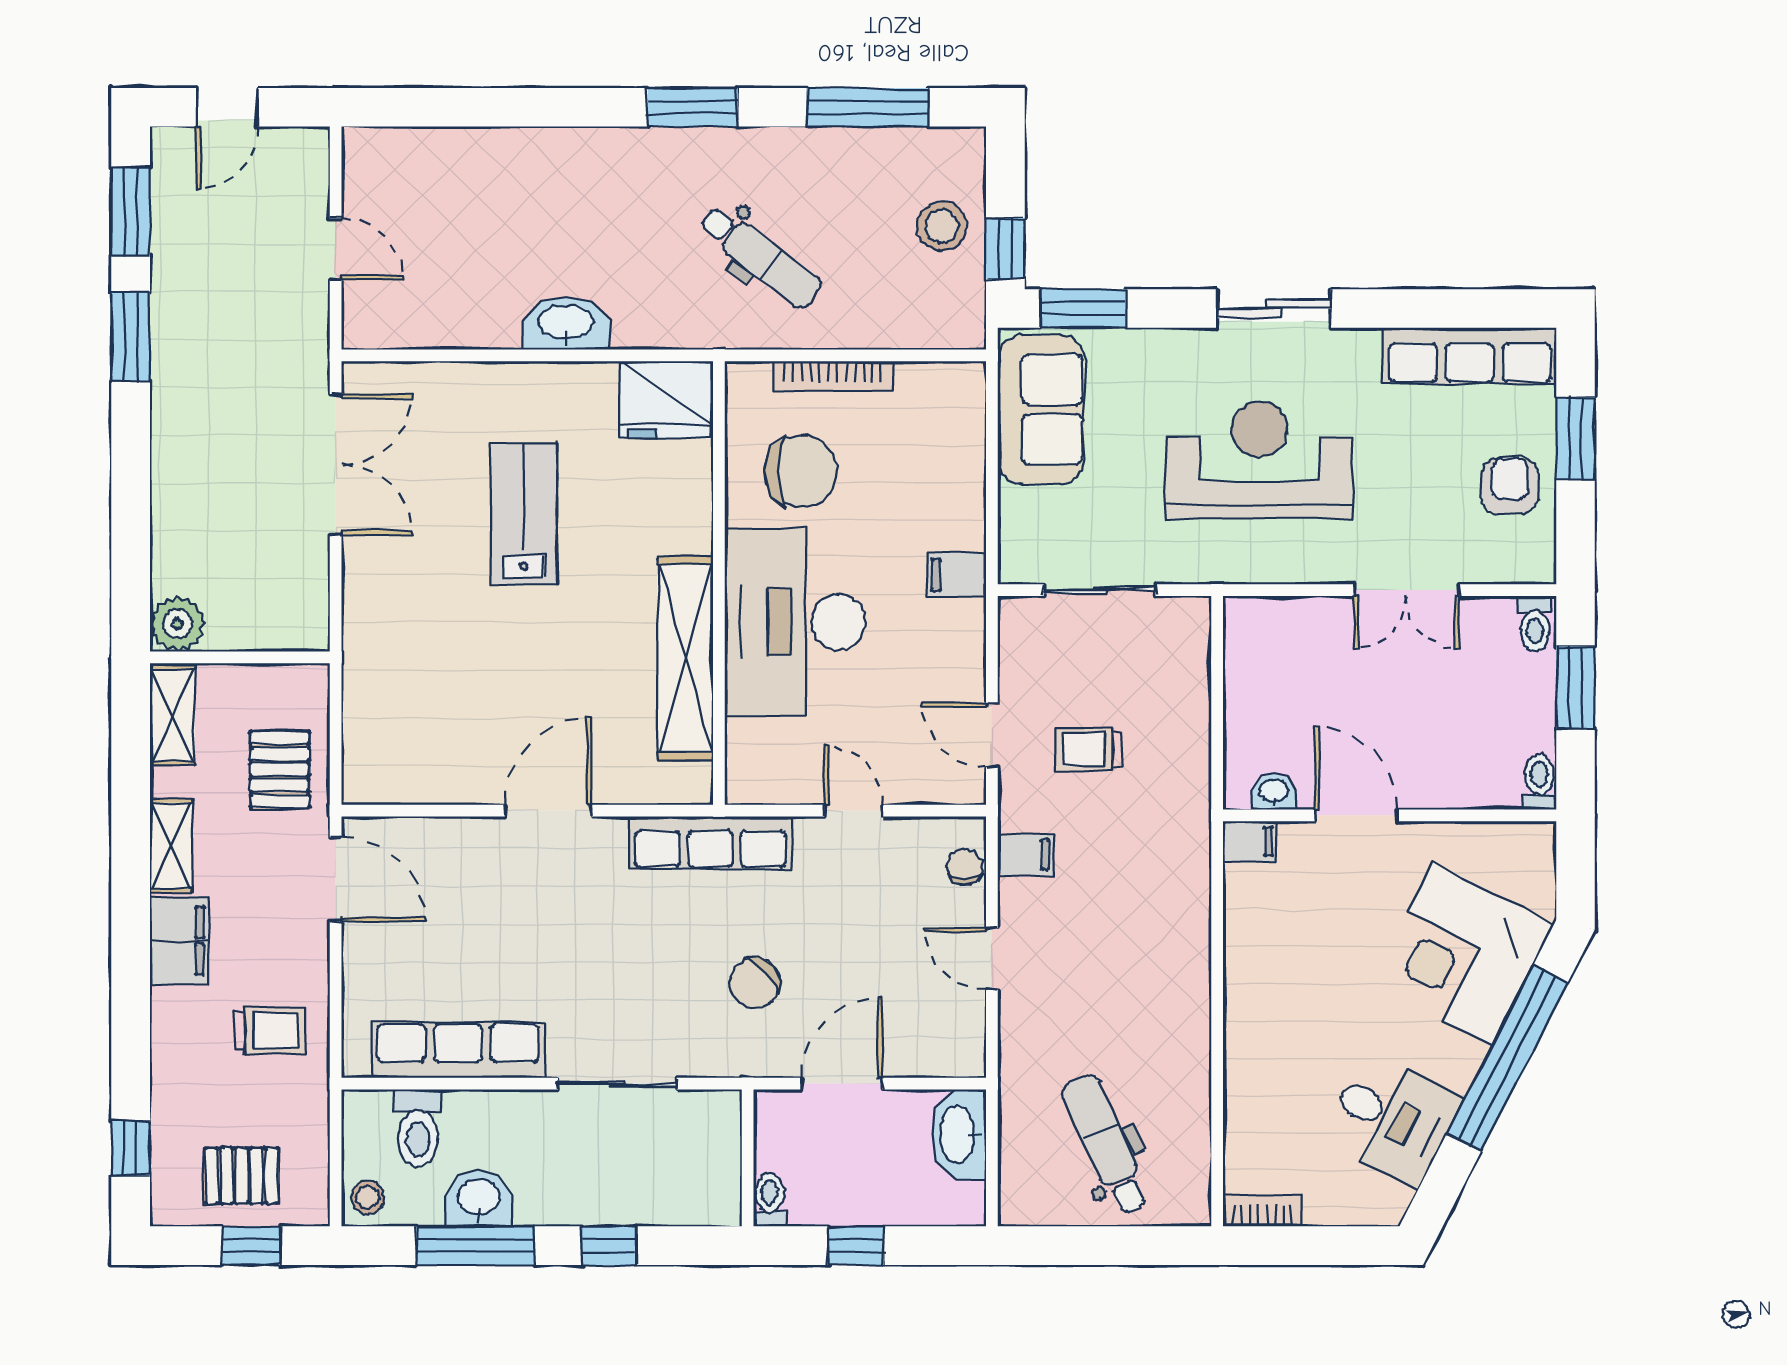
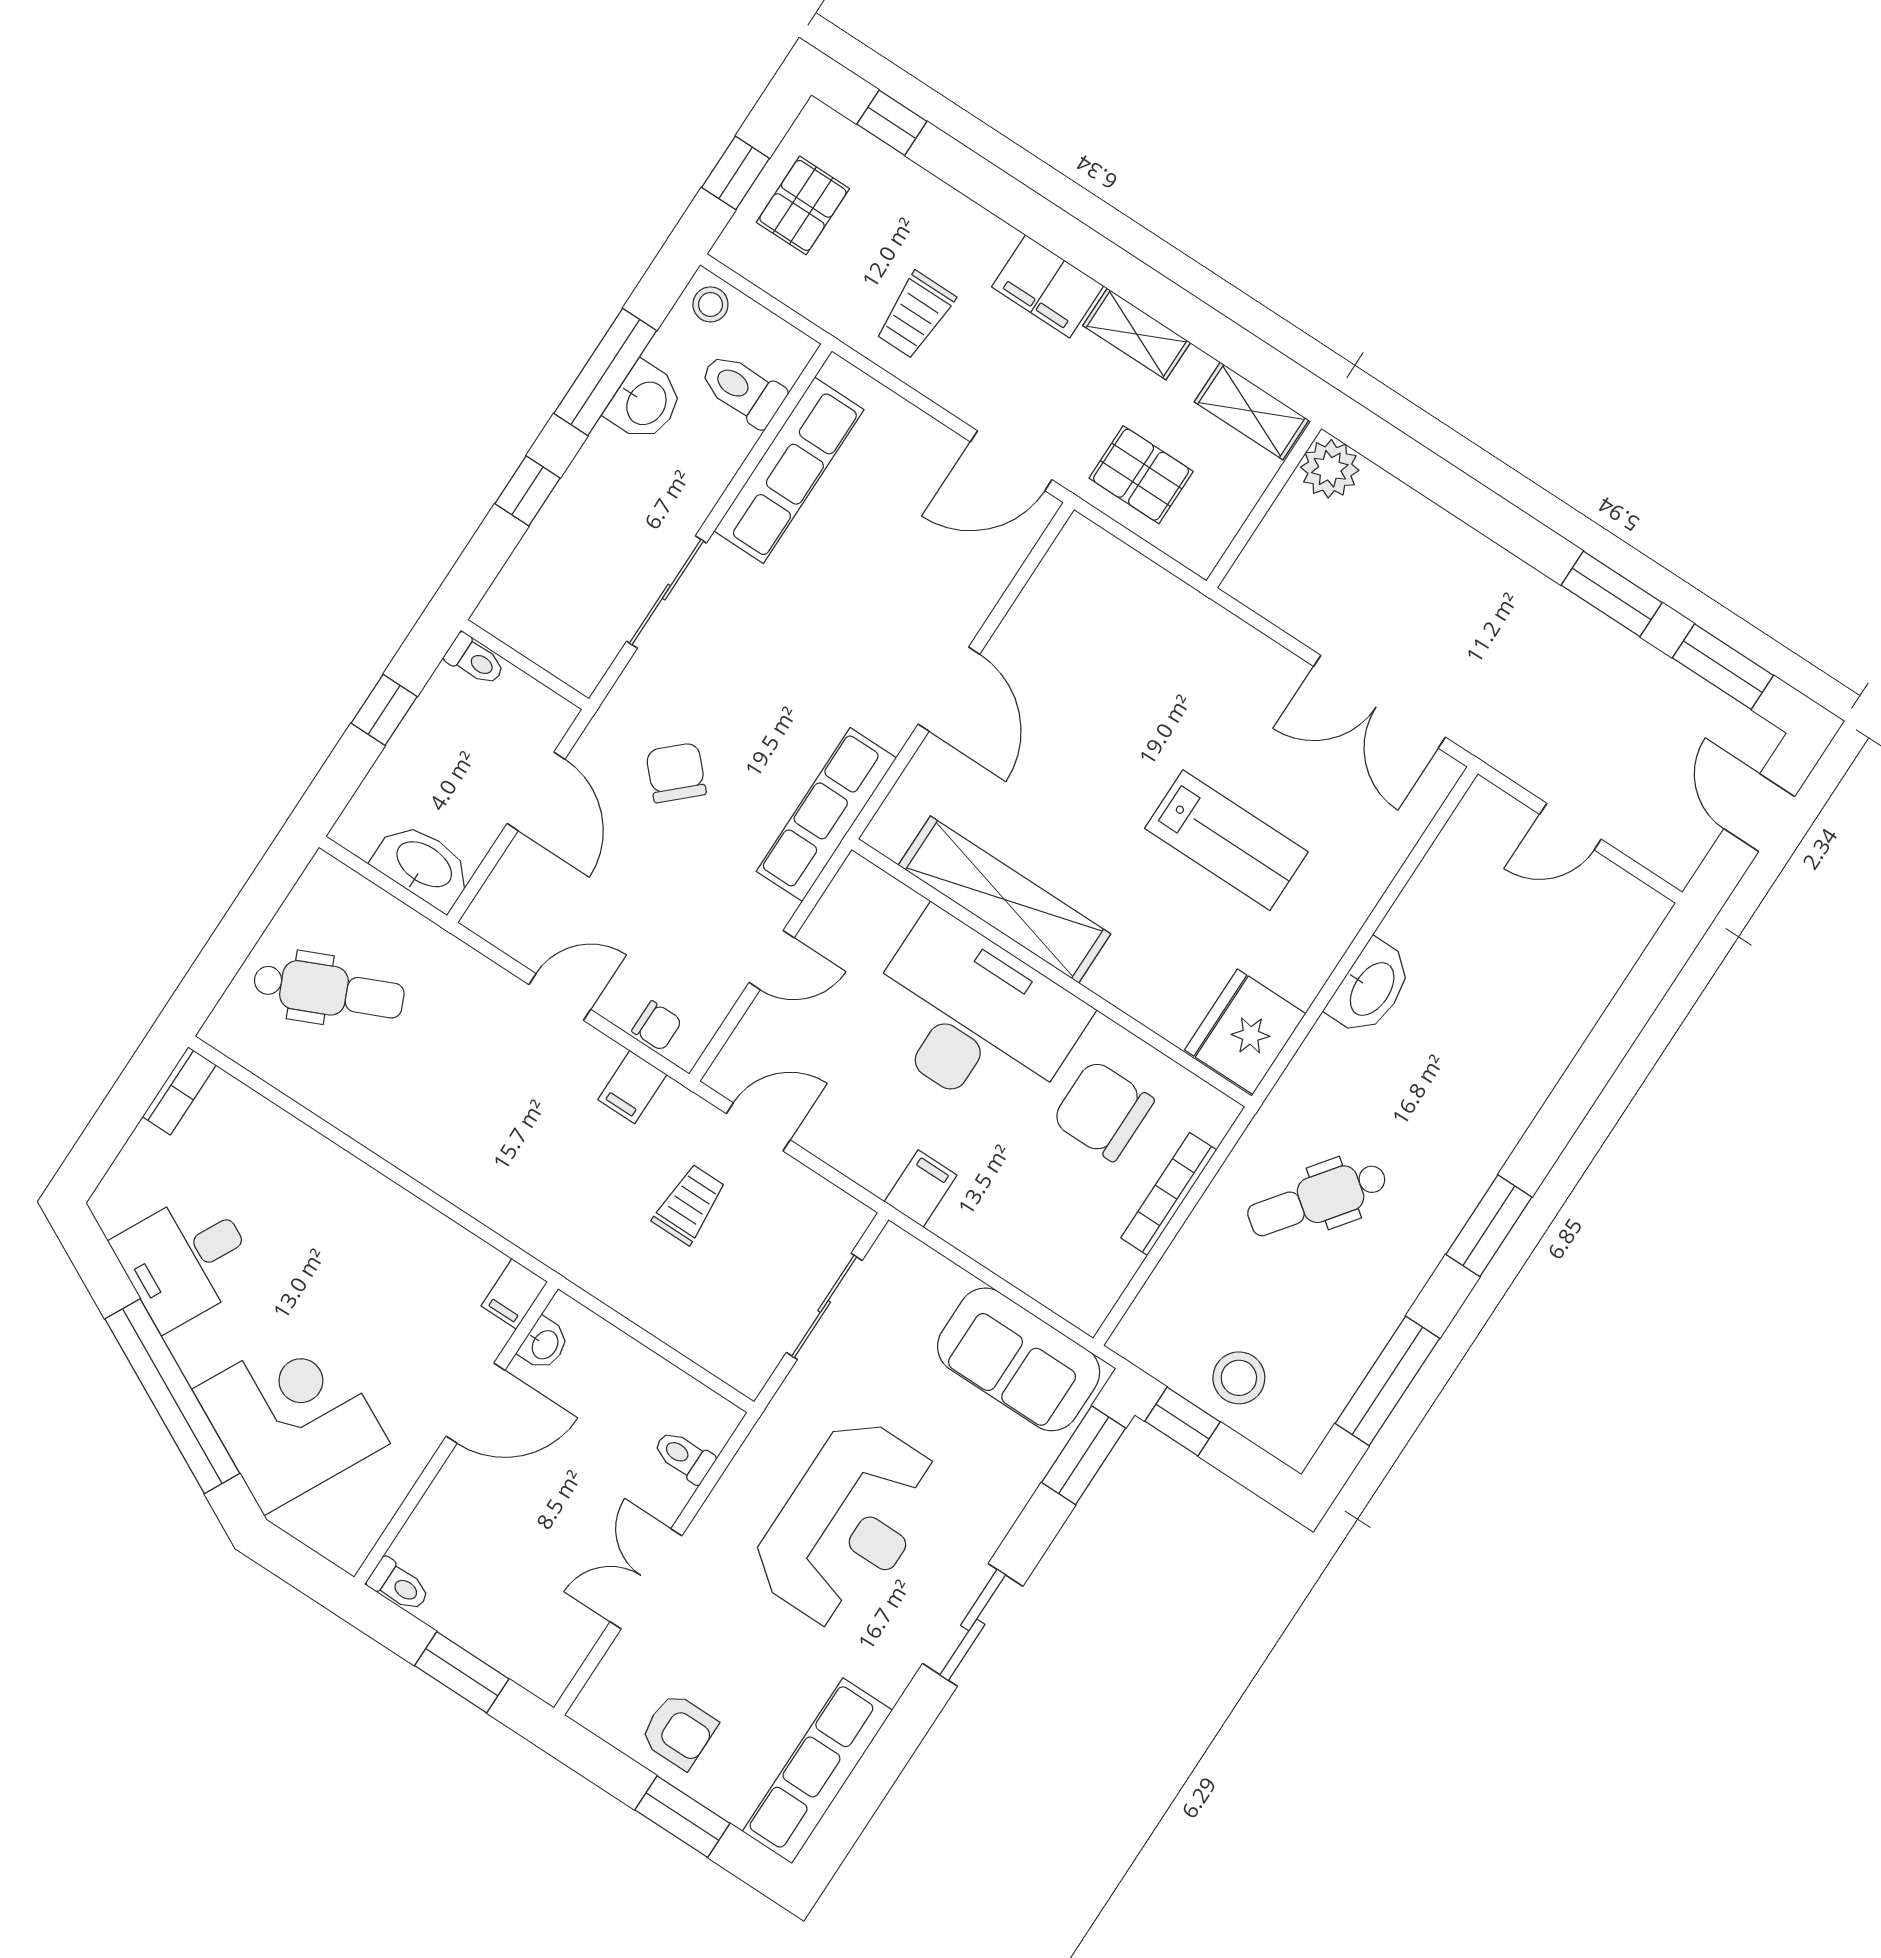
chair: (801, 472) -> (1103, 1110), turned 90
toilet: (1535, 623) -> (684, 1456), moved

